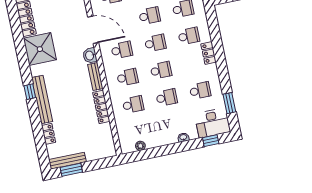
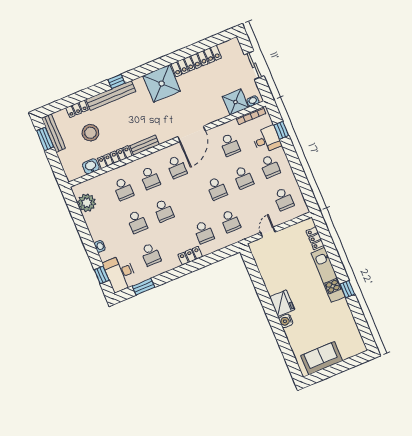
school desk: (155, 43) -> (190, 200), removed
washbasin: (90, 56) -> (91, 166), moved
stool: (74, 126) -> (90, 133), added
plant: (140, 146) -> (87, 203), width x1.87, depth x1.87

